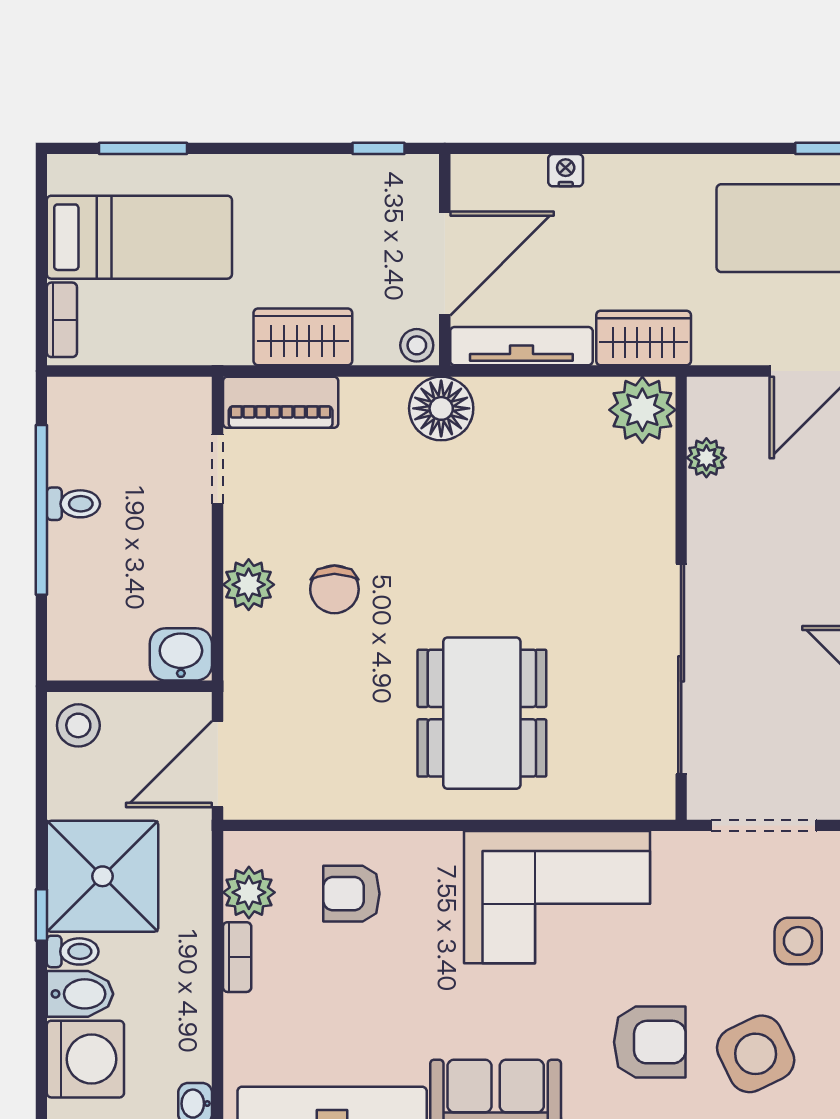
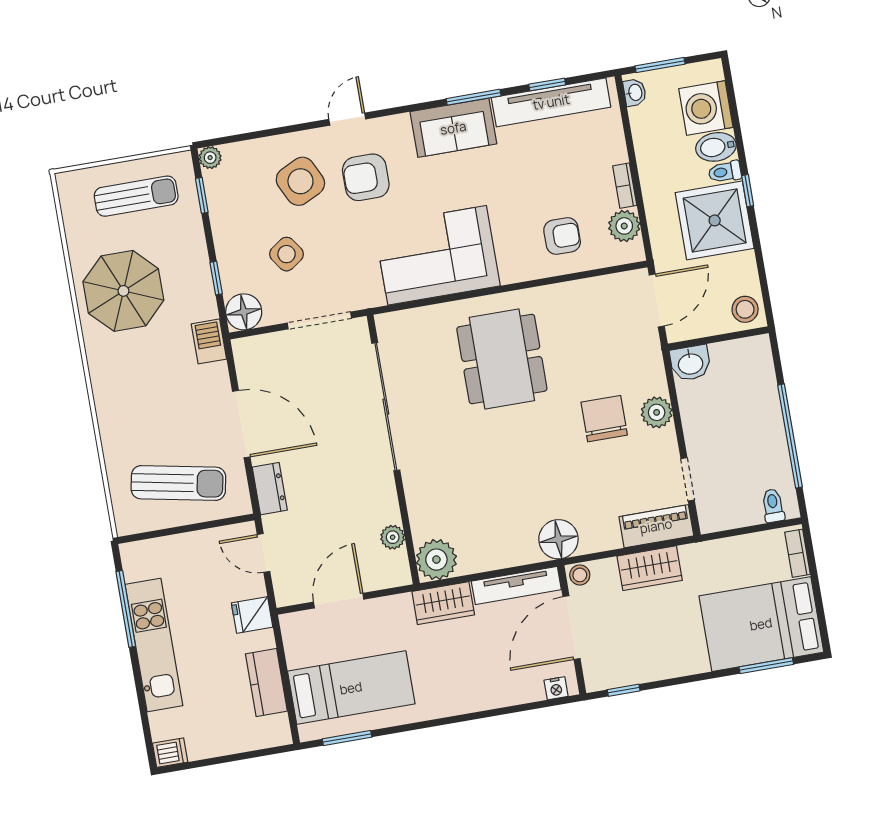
nightstand: (566, 170) -> (556, 688), moved
bed: (139, 237) -> (761, 624), width x1.50
toilet: (73, 504) -> (773, 506), moved, turned 90
chair: (334, 589) -> (604, 419), width x1.37, depth x1.37
side table: (798, 941) -> (287, 254), turned -35

